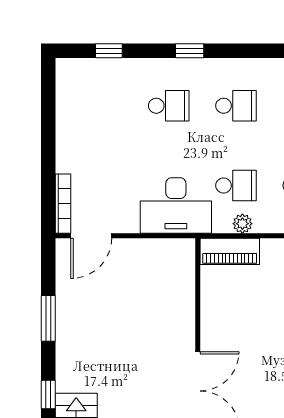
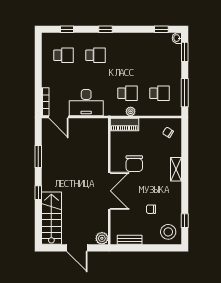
school desk: (236, 106) -> (63, 55), moved
desk: (176, 205) -> (86, 103), moved
door: (91, 236) -> (59, 117), hinge flipped
chair: (250, 333) -> (134, 164), added

